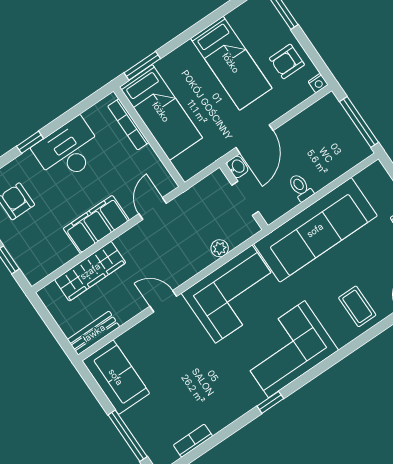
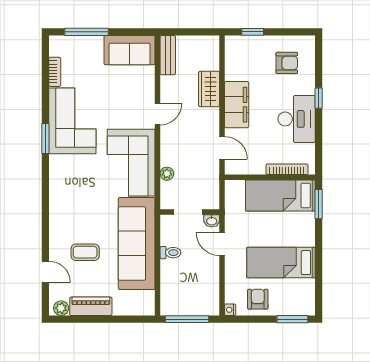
door: (254, 139) -> (222, 244), width x0.73
wardrobe: (90, 271) -> (209, 89), width x0.67
coffee table: (357, 306) -> (85, 252), moved
corner sofa: (287, 349) -> (72, 121), moved
window: (270, 402) -> (45, 139), width x1.50

